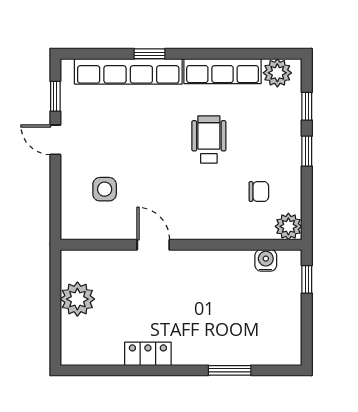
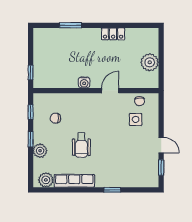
row of seats: (128, 71) -> (123, 181), removed
window: (307, 106) -> (31, 112), moved
chair: (97, 224) -> (140, 101), added
plant: (288, 226) -> (40, 151), moved
door: (153, 245) -> (110, 91), swing flipped
water cooler: (266, 260) -> (84, 82), moved

